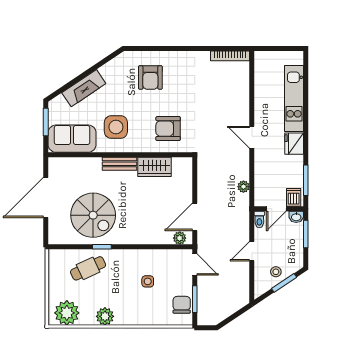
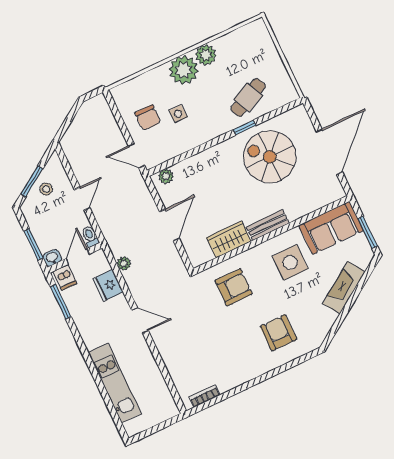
bookcase: (230, 56) -> (204, 396), width x0.64
fridge: (294, 144) -> (108, 285), moved, turned 180
door: (195, 217) -> (169, 225), moved
window: (195, 299) -> (119, 119), removed
chair: (182, 305) -> (148, 118), moved
plant: (67, 313) -> (184, 70), moved

